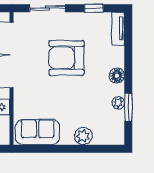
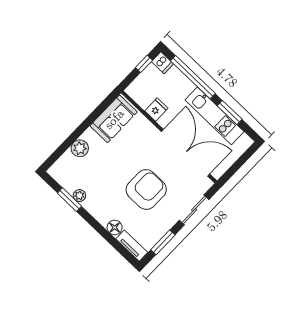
window: (94, 8) -> (163, 242), width x1.50
floor lamp: (117, 76) -> (115, 228), moved

